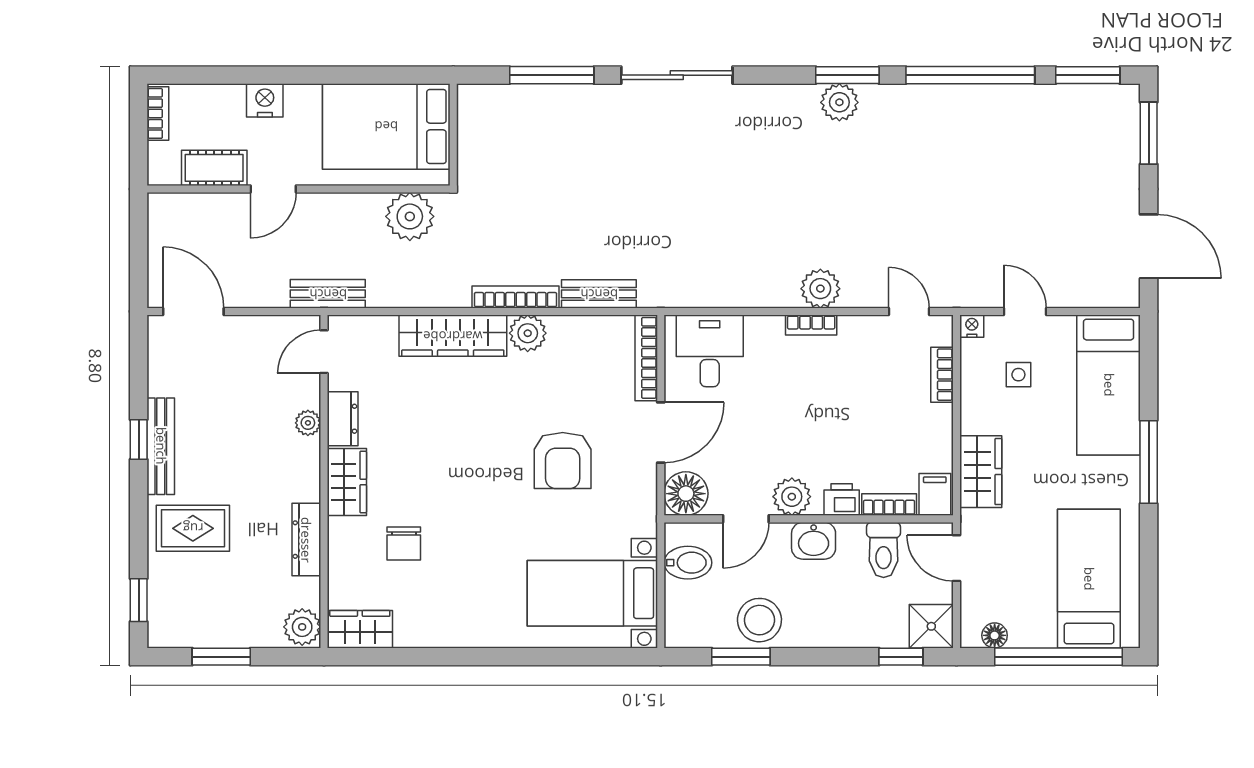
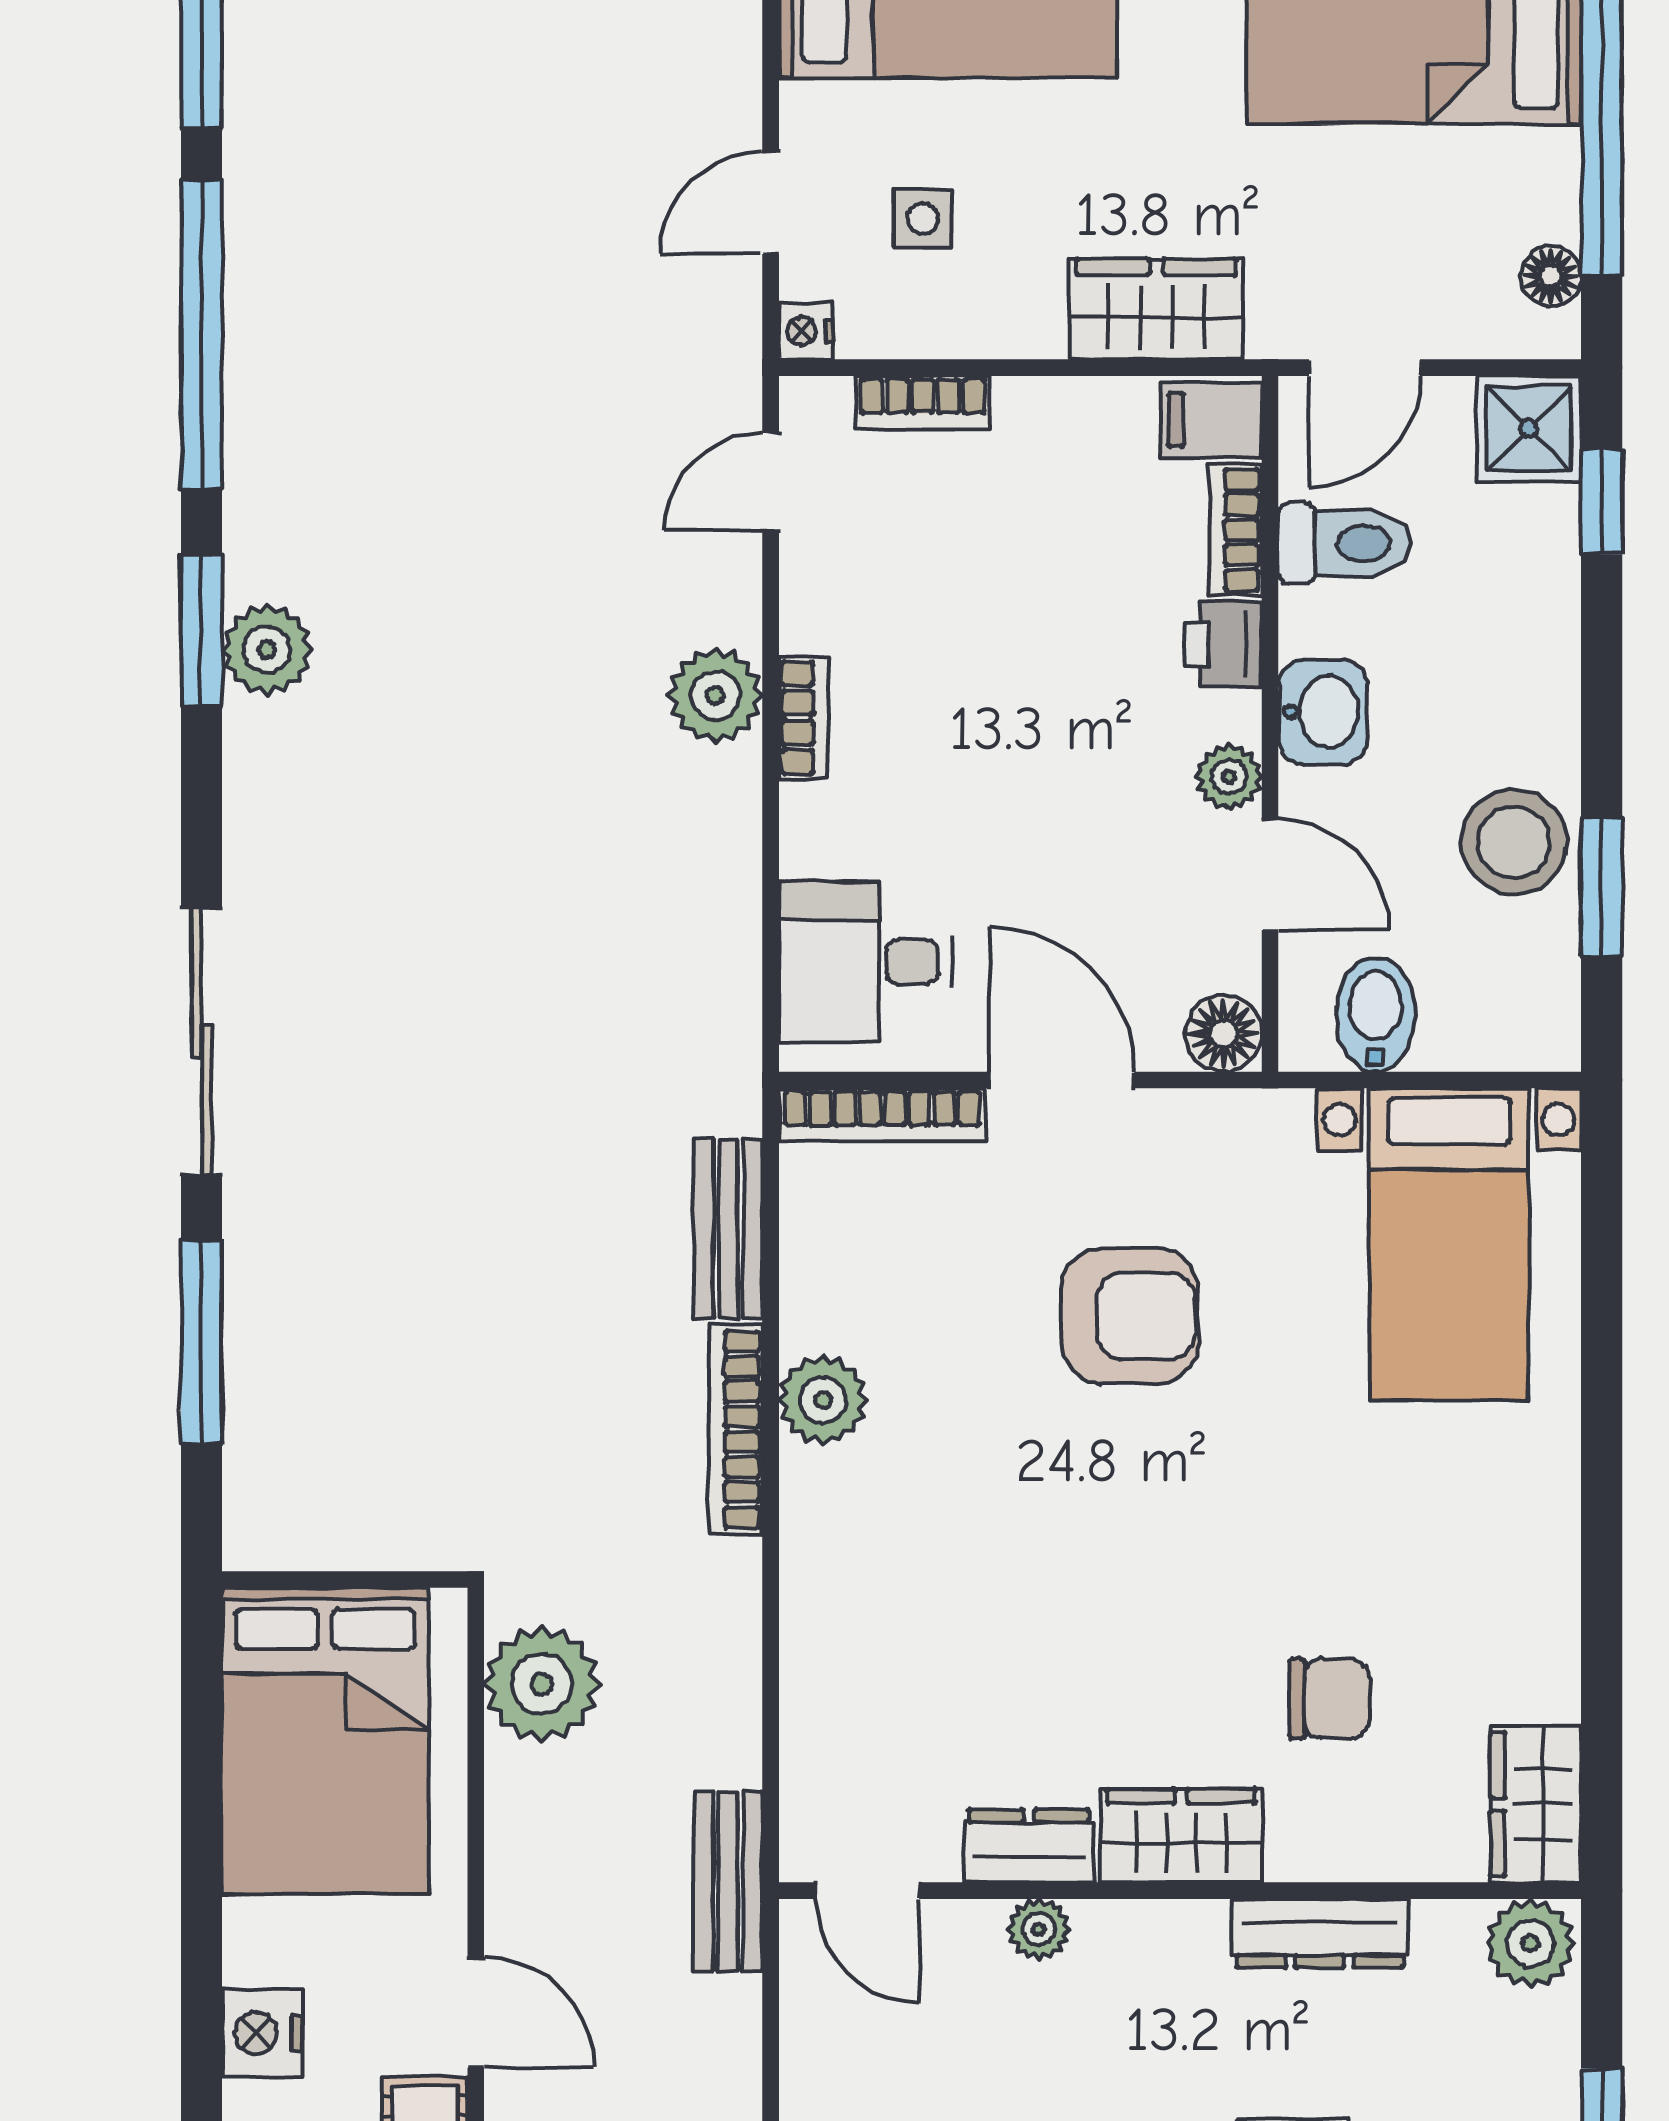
wardrobe: (453, 336) -> (829, 1580), removed
floor lamp: (686, 494) -> (1224, 1033), width x0.73, depth x0.73
plant: (792, 497) -> (1229, 777), width x0.73, depth x0.73

